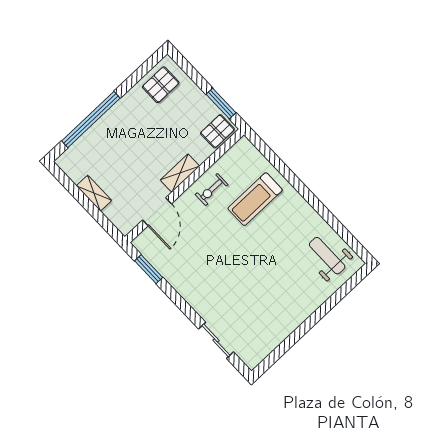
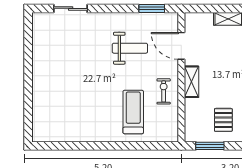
pallet: (217, 131) -> (223, 120), moved
weight bench: (327, 256) -> (130, 48), moved

